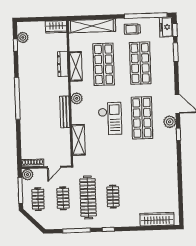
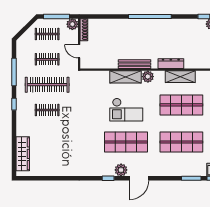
dresser: (63, 64) -> (171, 64), moved
shelving: (78, 140) -> (126, 77), moved

